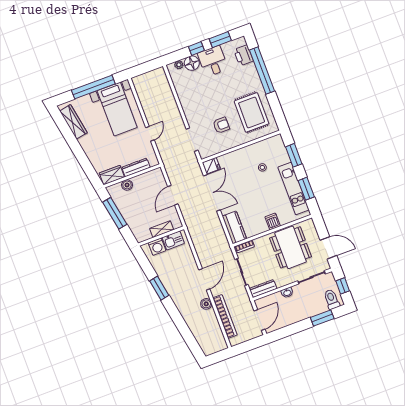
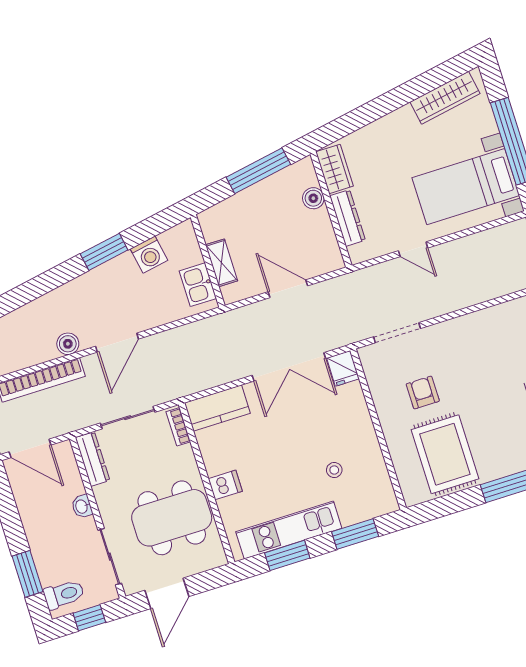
rug: (252, 112) -> (445, 454), turned 90
armchair: (221, 125) -> (423, 393), turned 180
washing machine: (157, 247) -> (149, 255), moved, turned -100
door: (204, 279) -> (117, 343), hinge flipped

